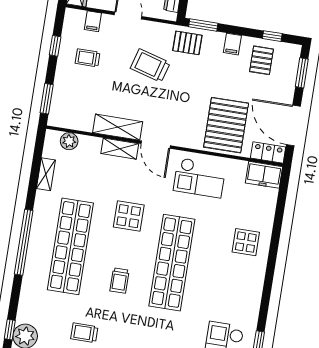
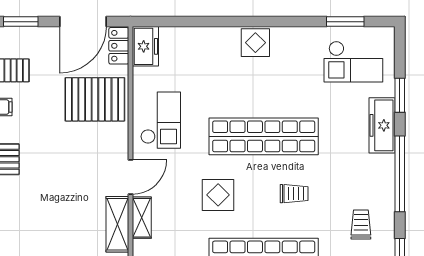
trolley: (150, 66) -> (40, 198), removed
display table: (246, 242) -> (255, 43), moved
trolley: (84, 333) -> (361, 225), turned 180

